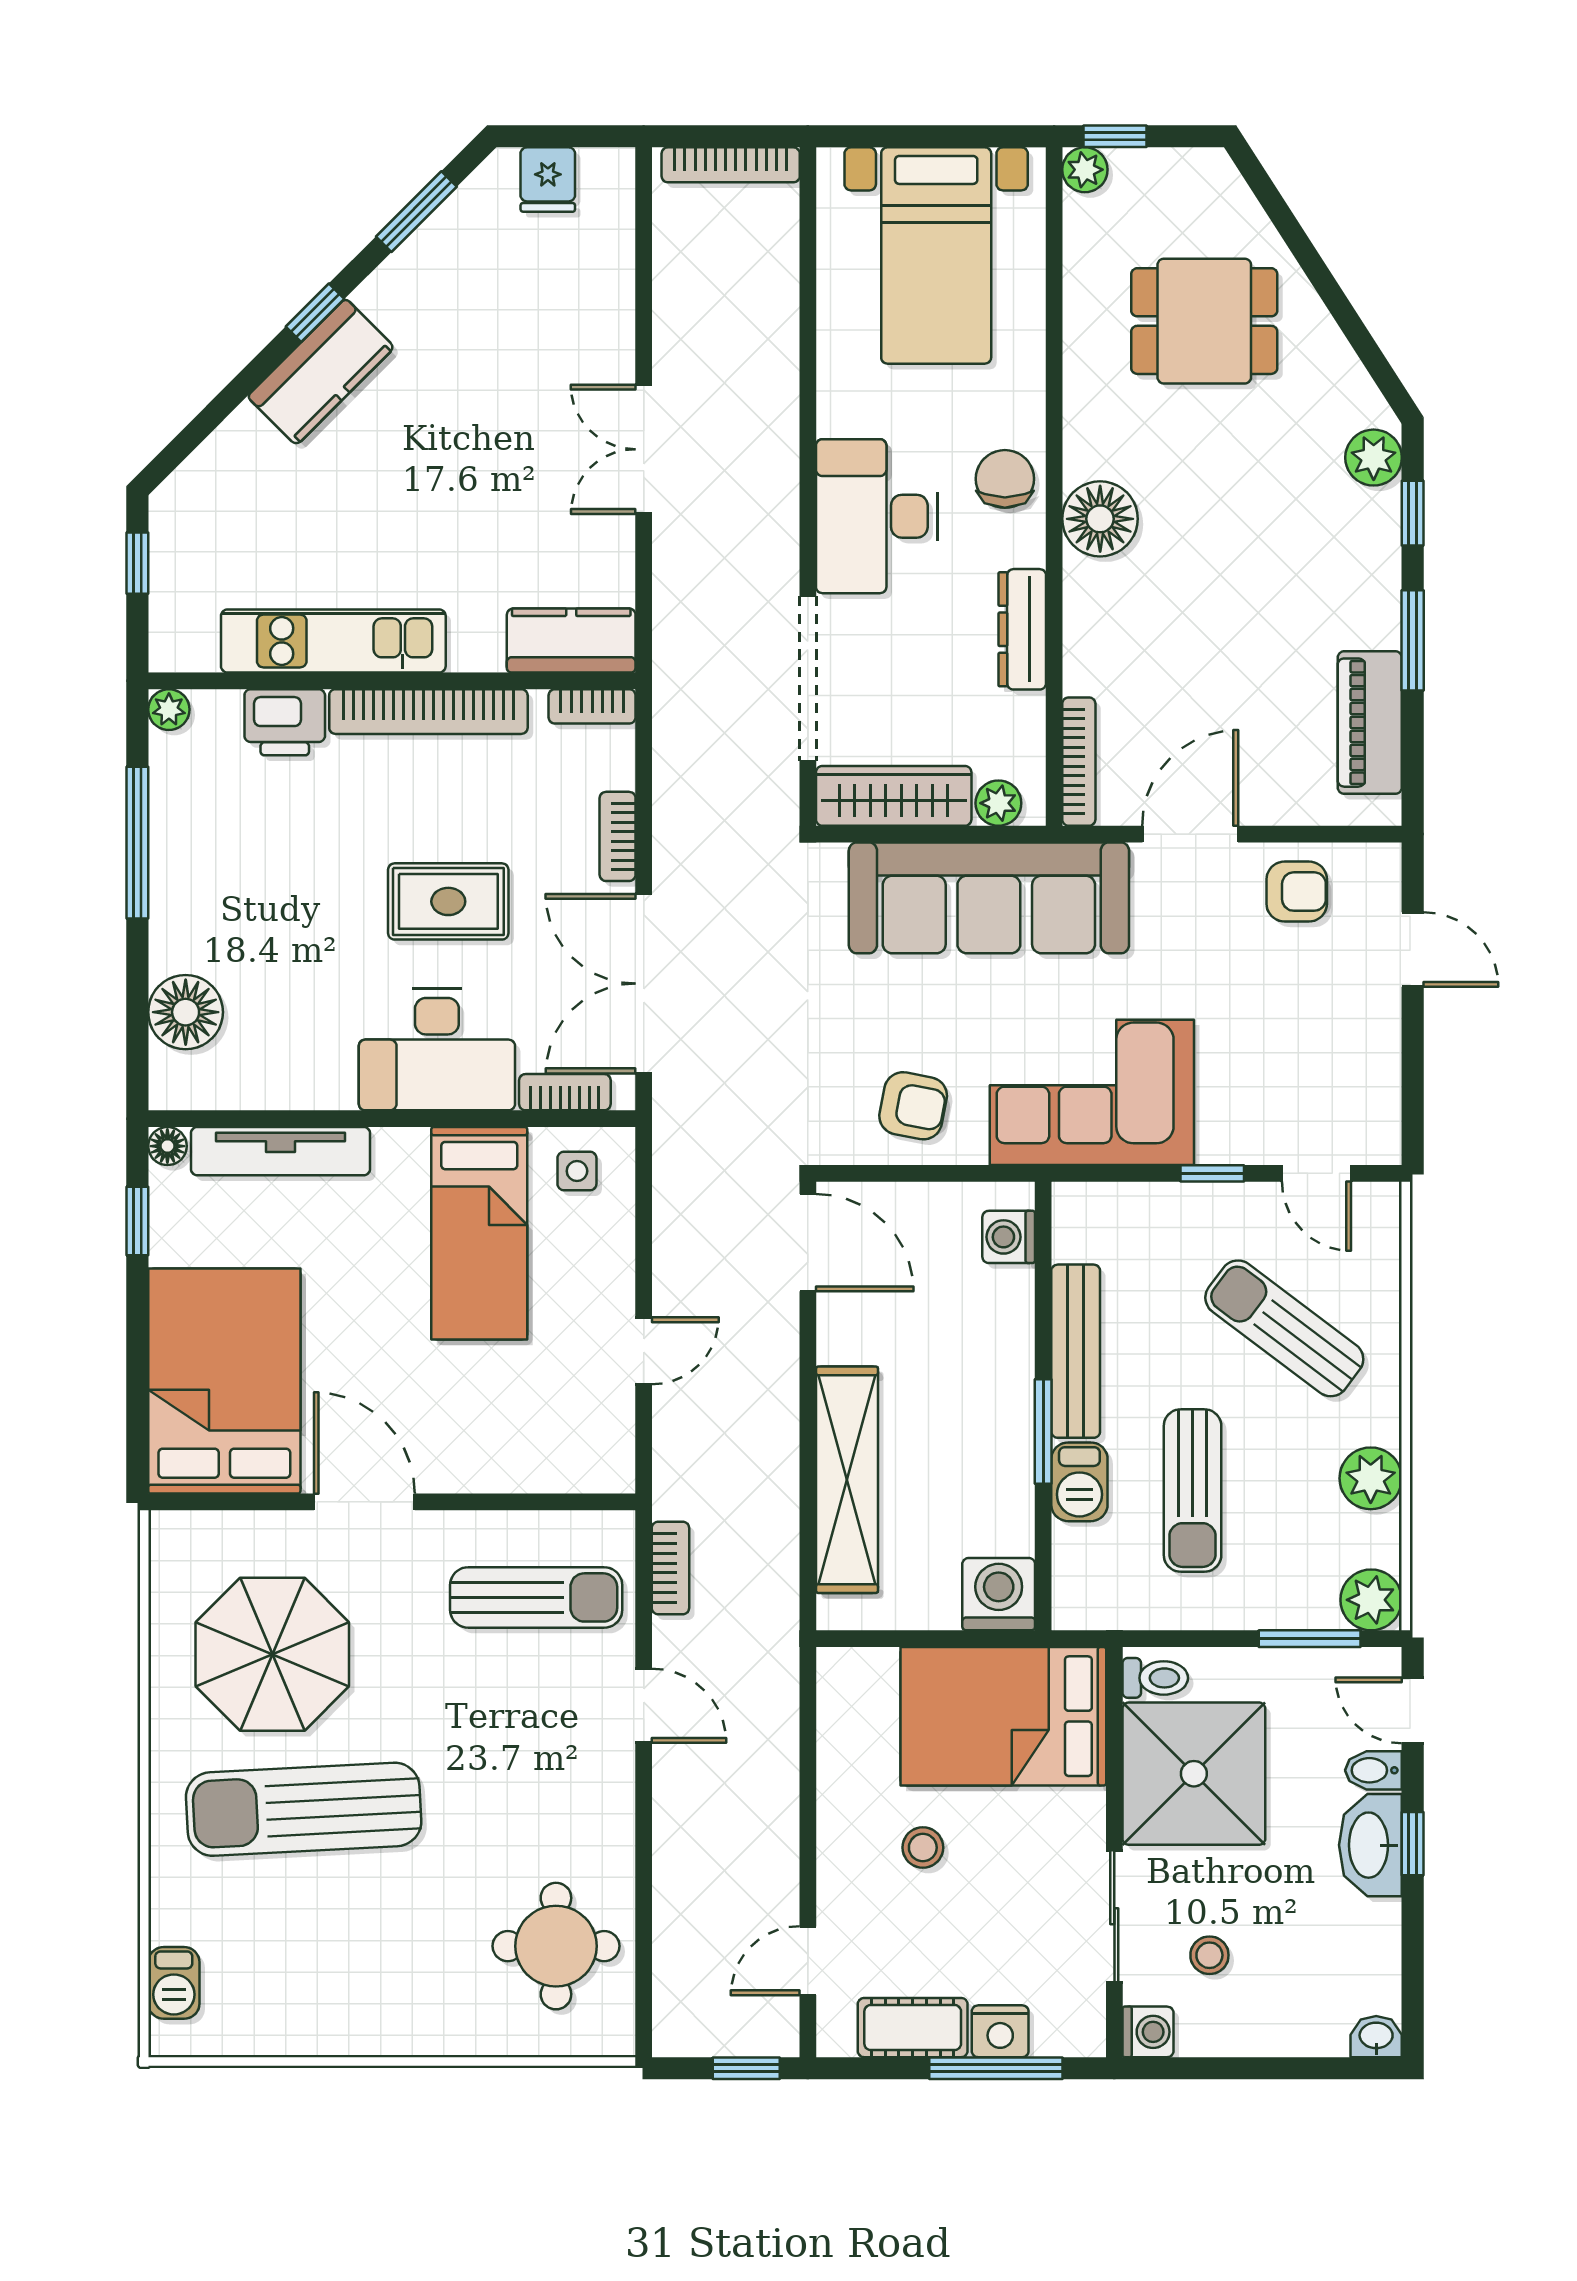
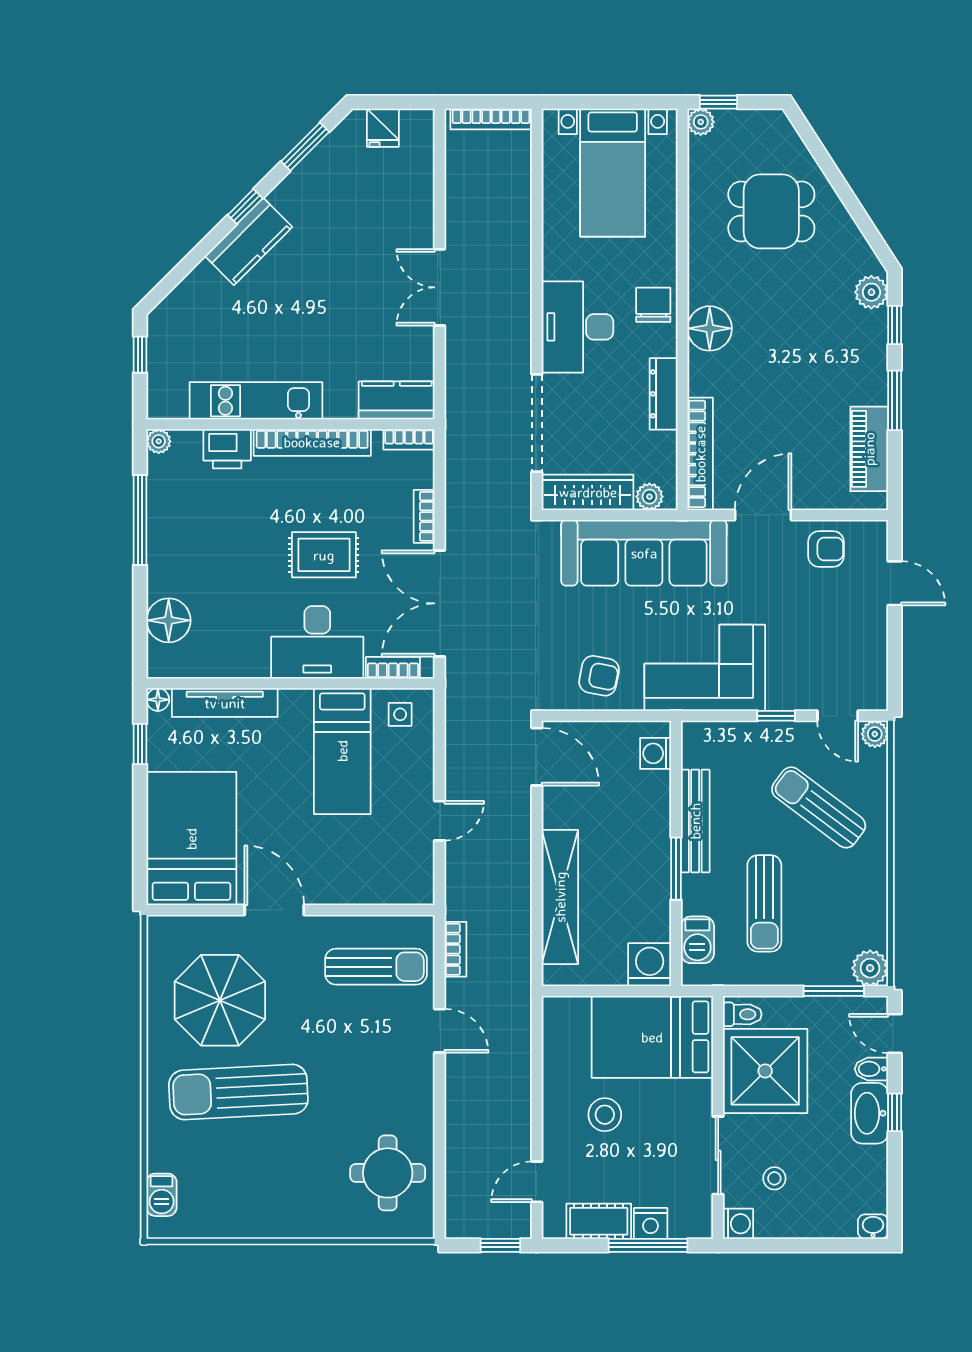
bookcase: (1079, 762) -> (700, 454), width x1.48, depth x1.31
plant: (1371, 1478) -> (875, 734), moved, width x0.73, depth x0.73
barbecue: (1079, 1482) -> (697, 940), moved
stool: (923, 1848) -> (605, 1115), width x1.37, depth x1.37

